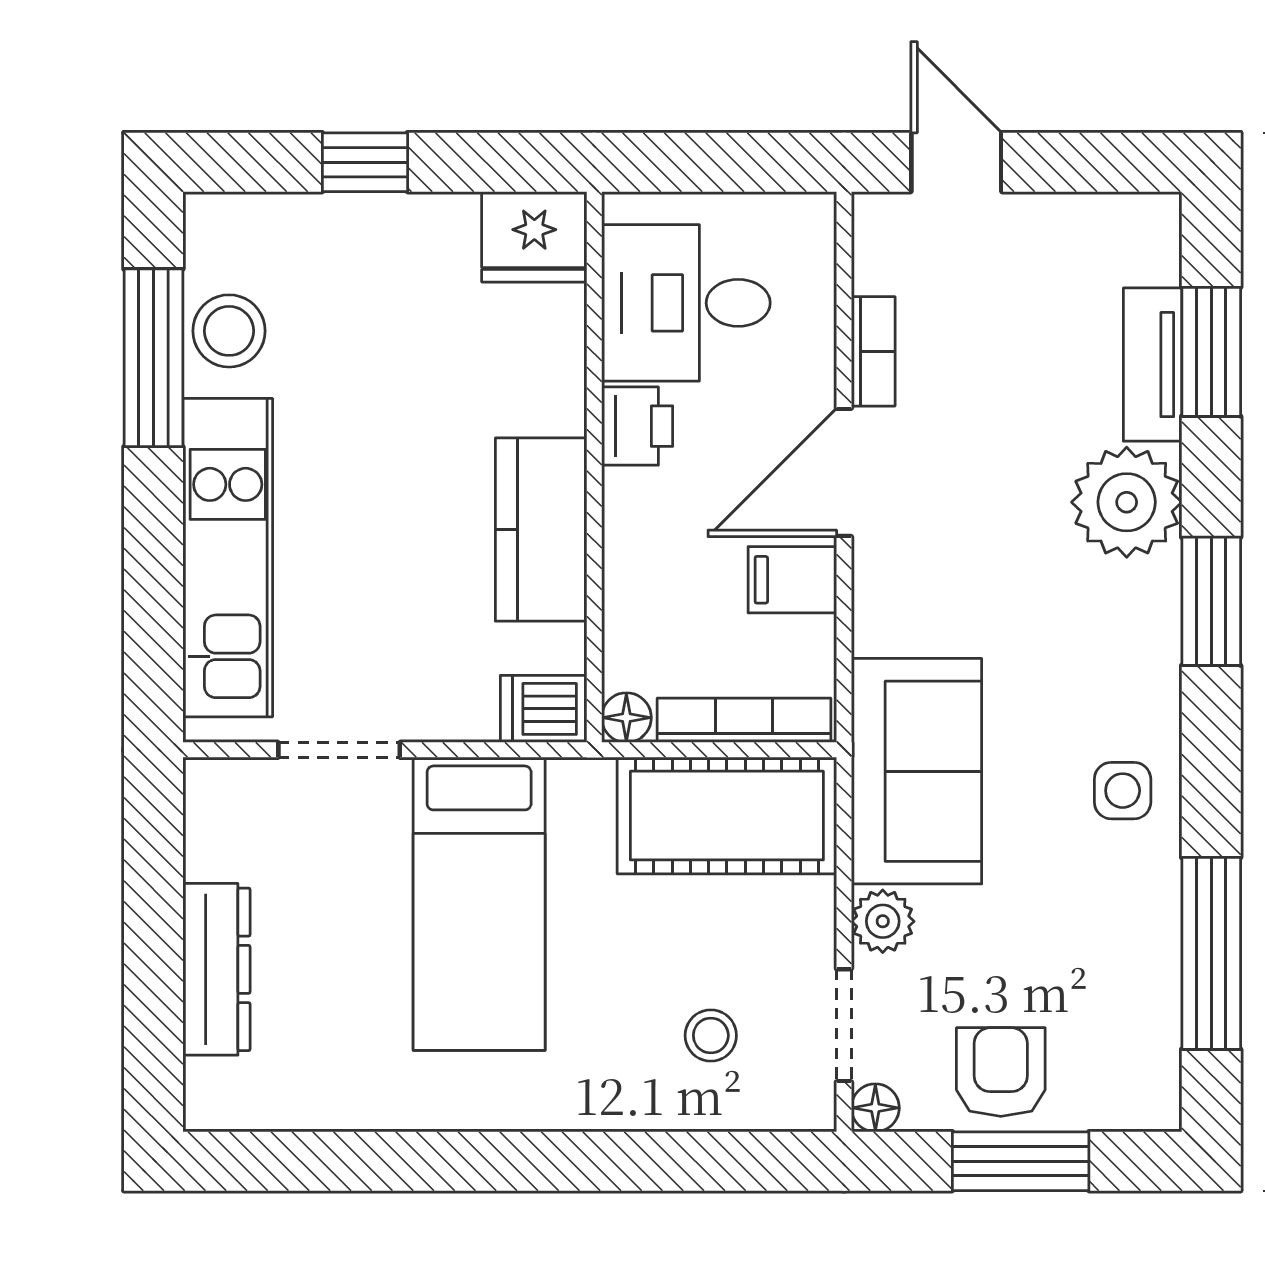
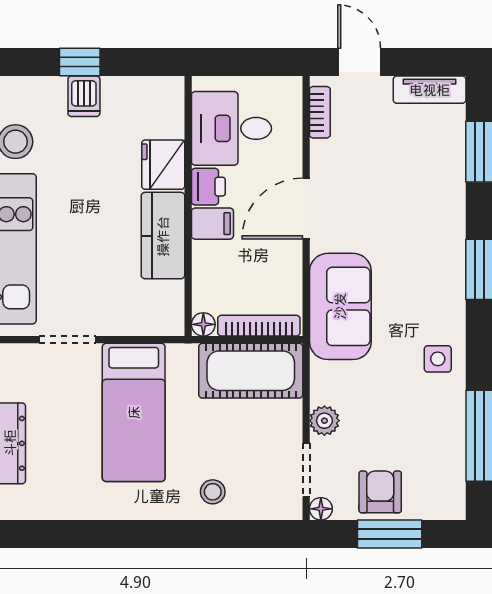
fridge: (534, 237) -> (163, 165), moved, turned 90
bookcase: (873, 351) -> (320, 112), moved
tv unit: (1153, 365) -> (430, 90), moved, turned -90
plant: (1127, 502) -> (440, 223), removed
filing cabinet: (792, 580) -> (212, 224), moved, turned 180
dishwasher: (544, 709) -> (84, 96), moved, turned -90
sofa: (916, 771) -> (340, 306), moved
stool: (711, 1035) -> (213, 492), moved

